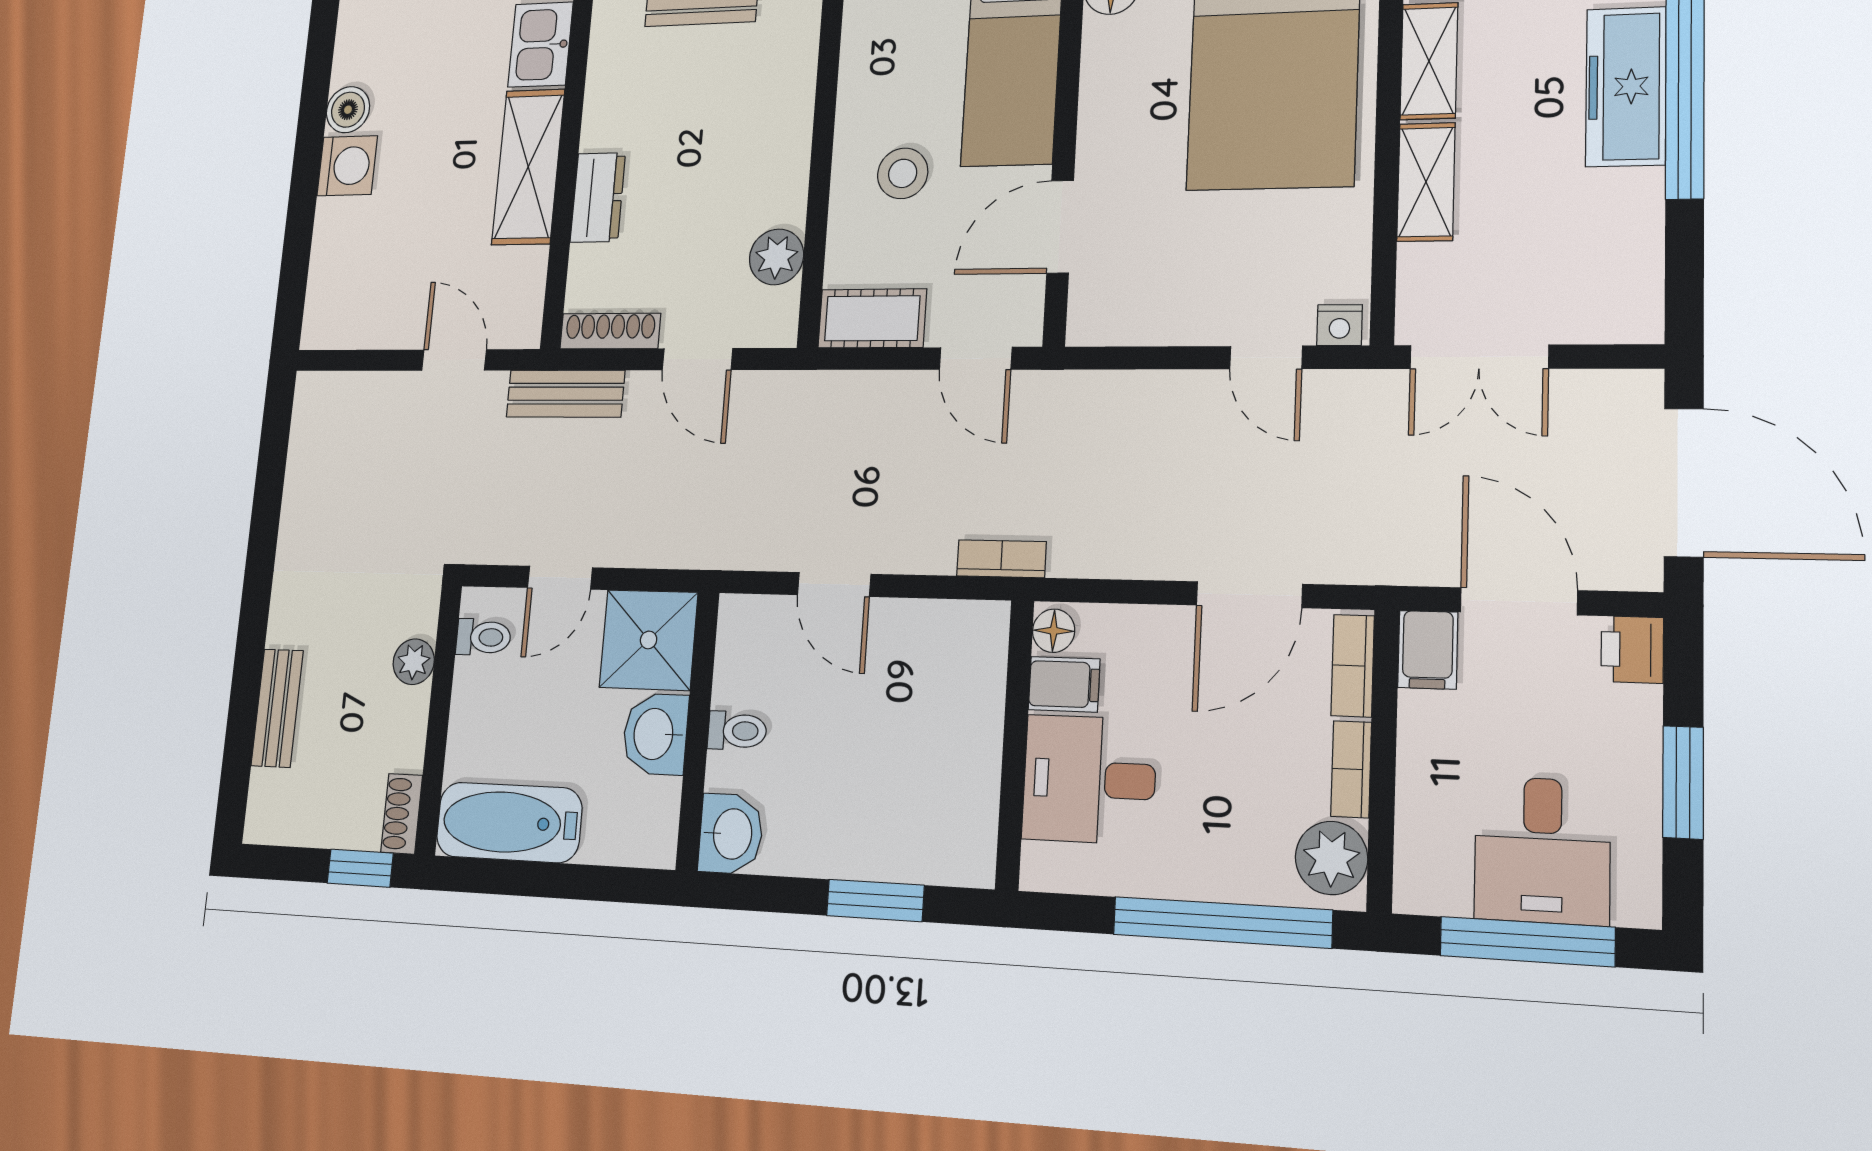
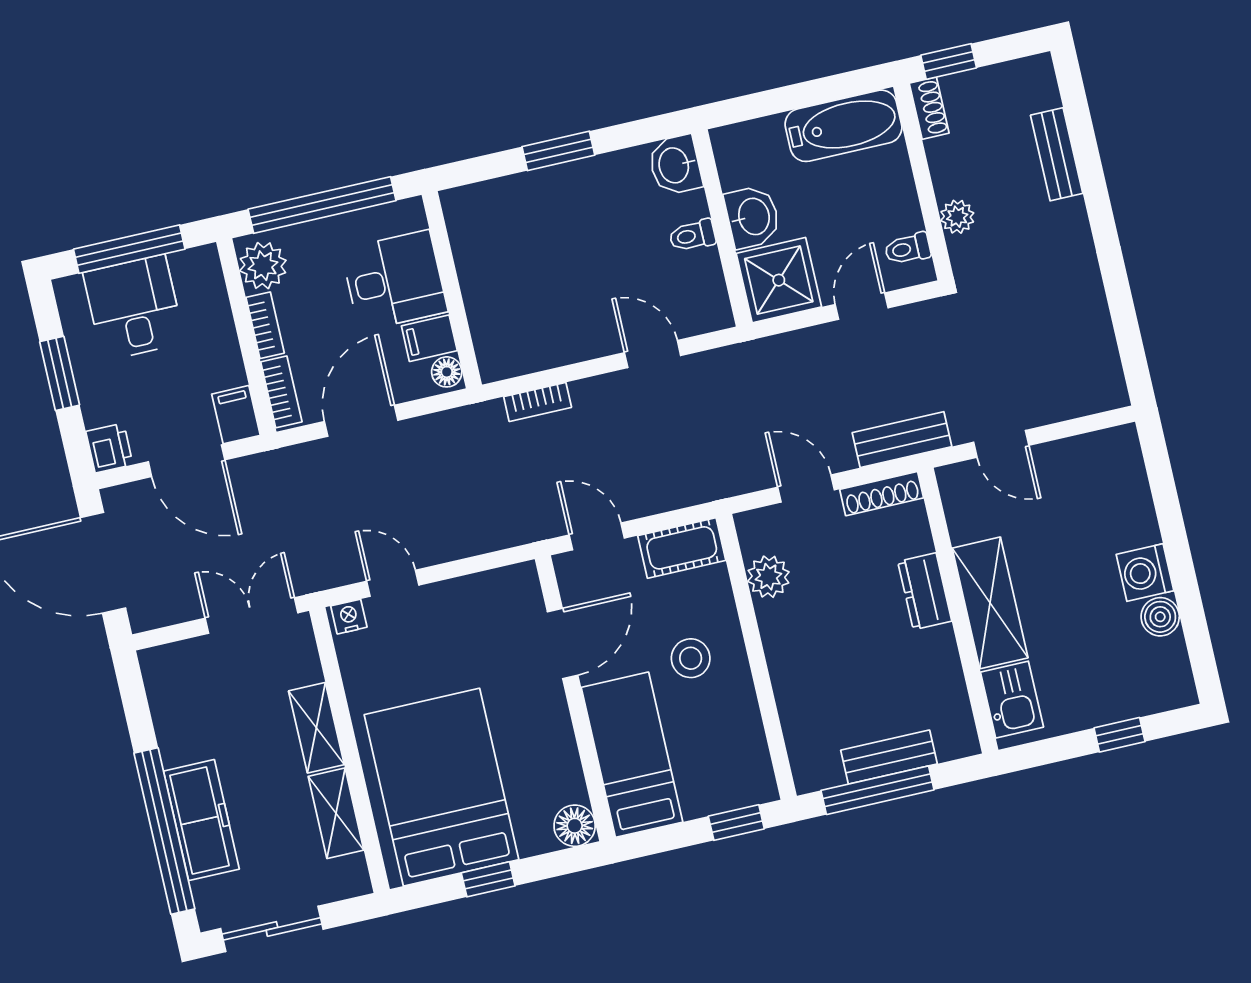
floor lamp: (1054, 631) -> (447, 372), moved
filing cabinet: (1064, 684) -> (429, 338), moved
wall: (1015, 744) -> (452, 290), moved
desk: (1089, 779) -> (394, 281), moved

